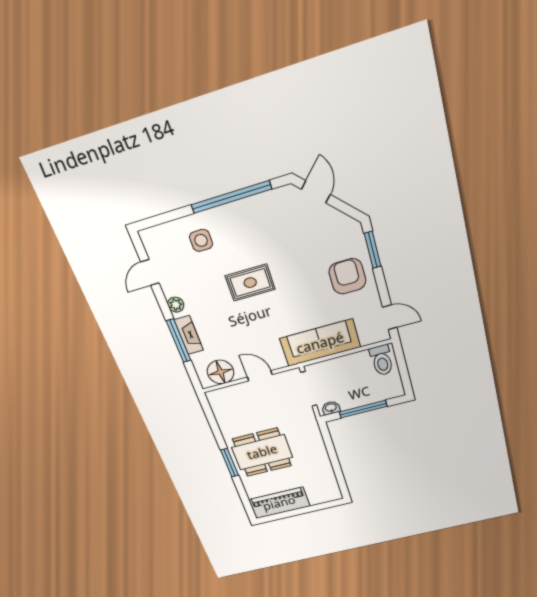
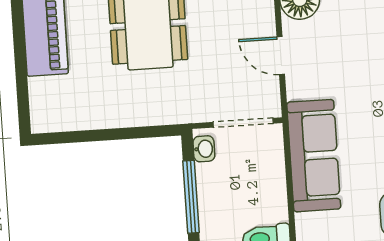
door: (260, 376) -> (281, 56), swing flipped

